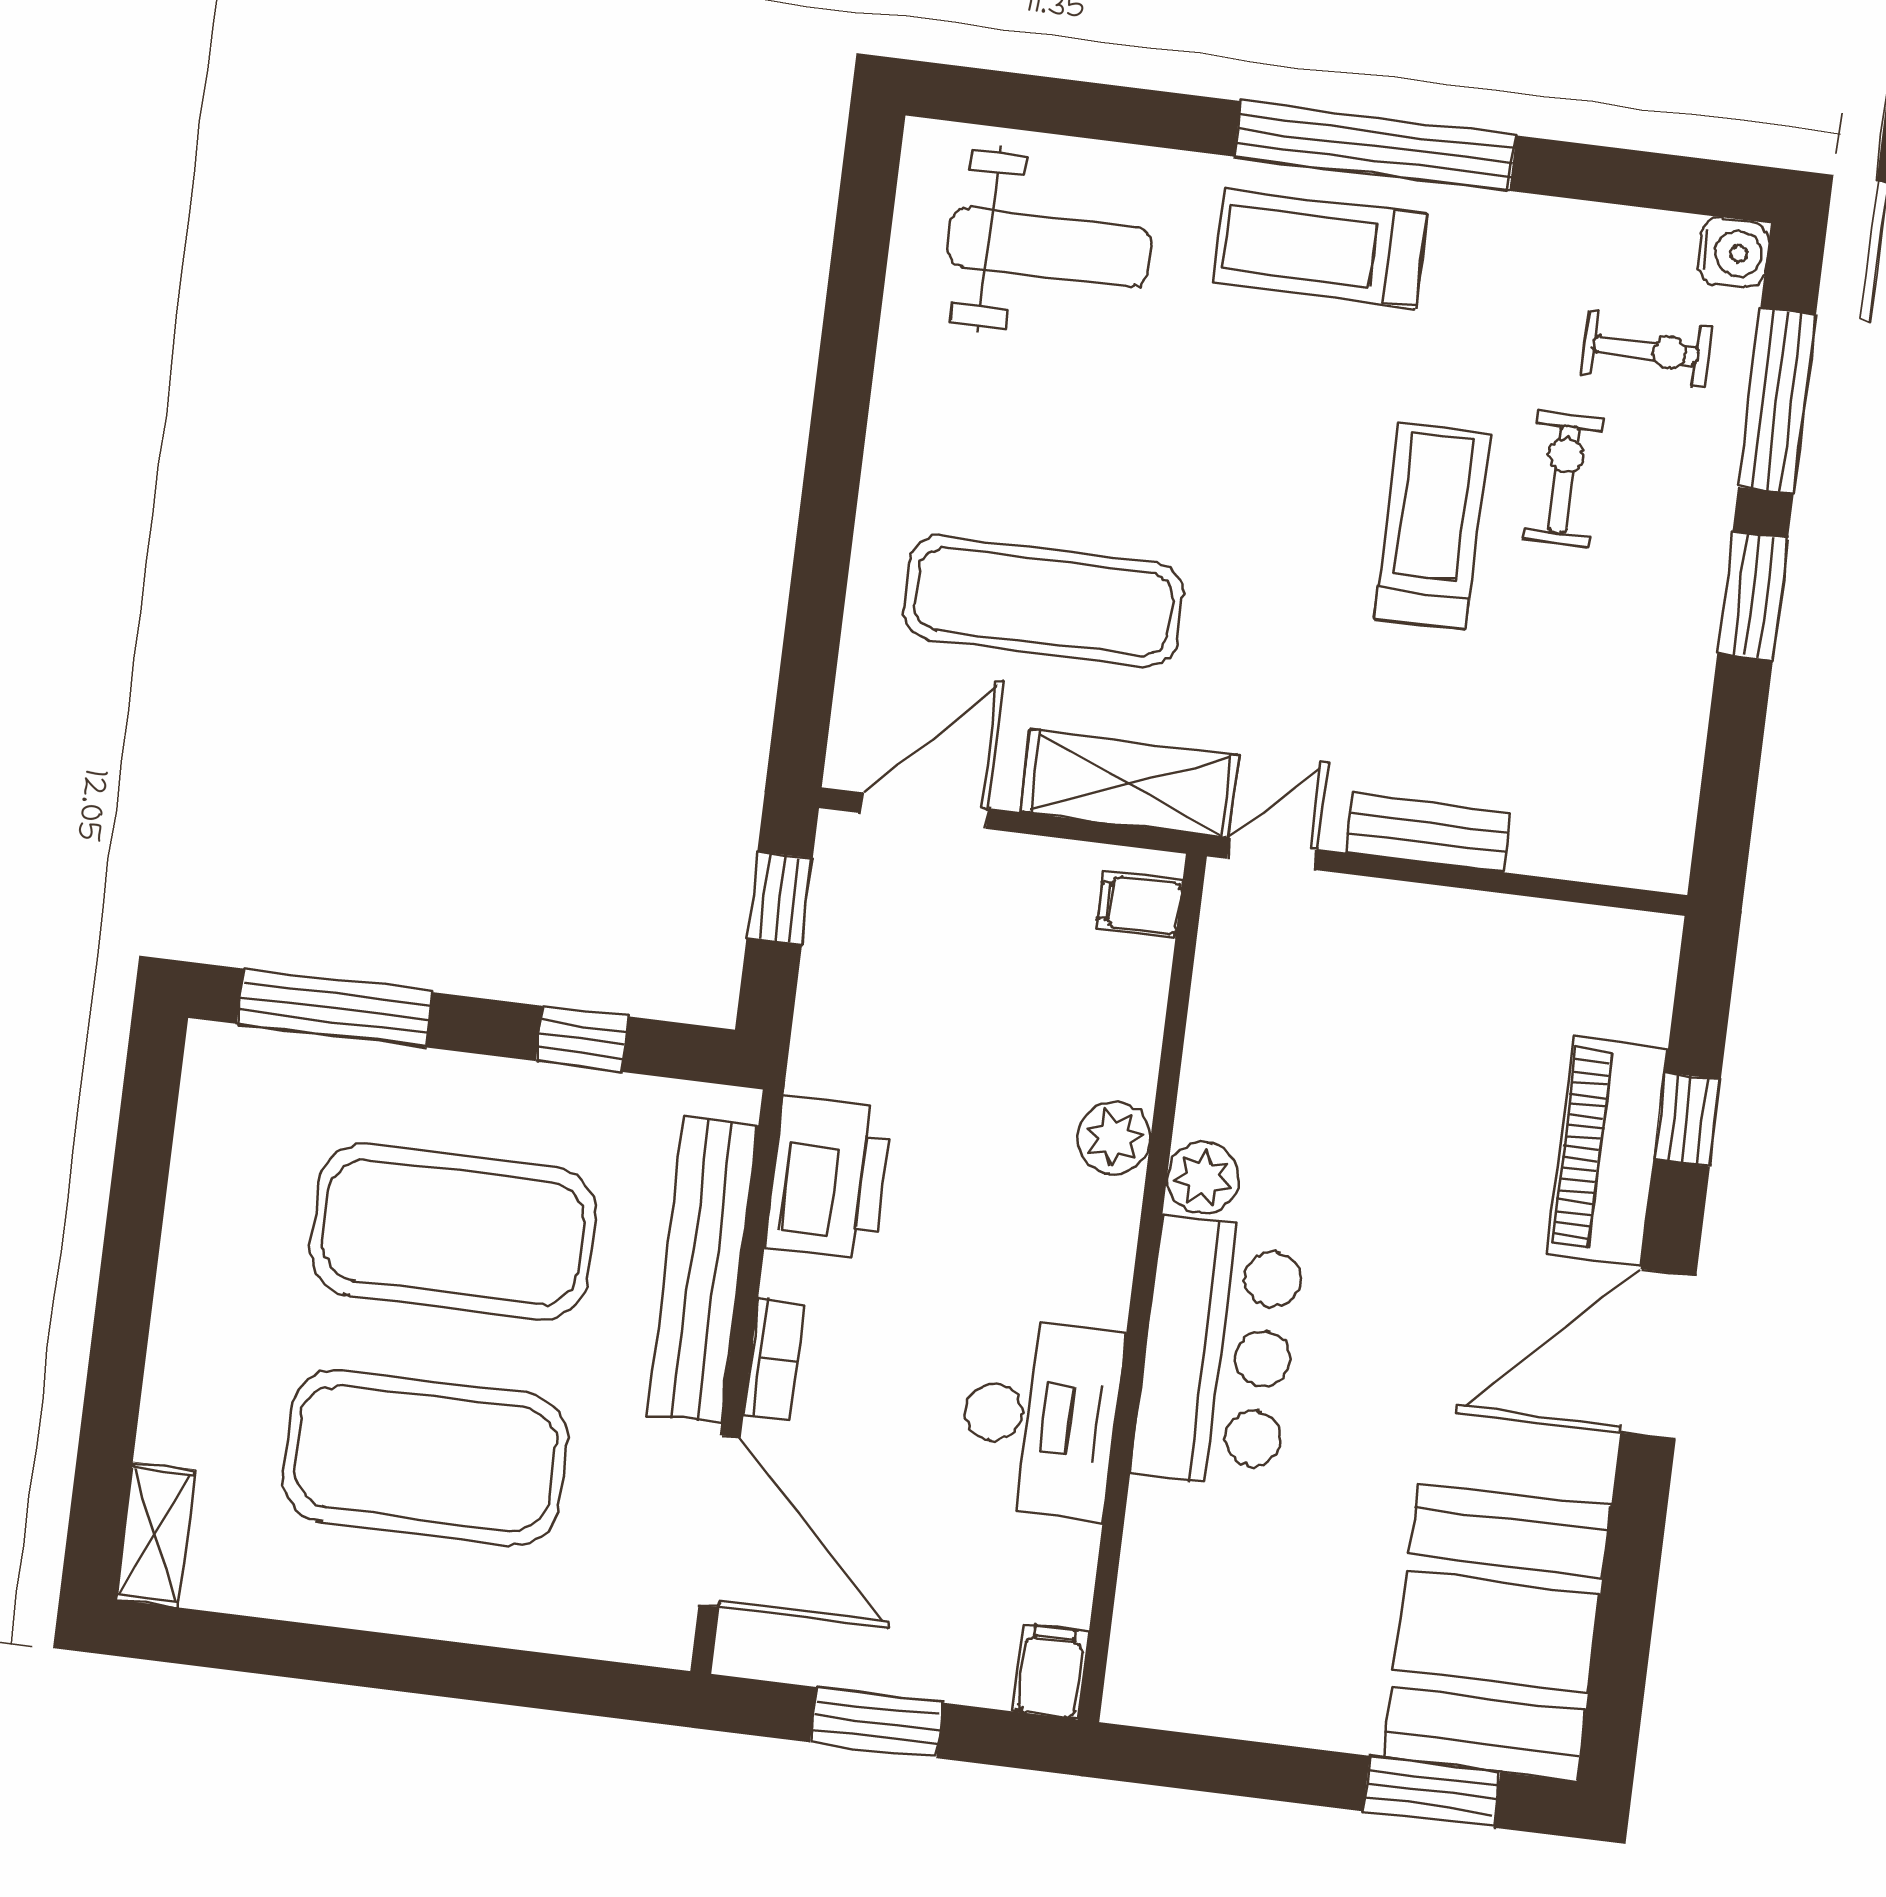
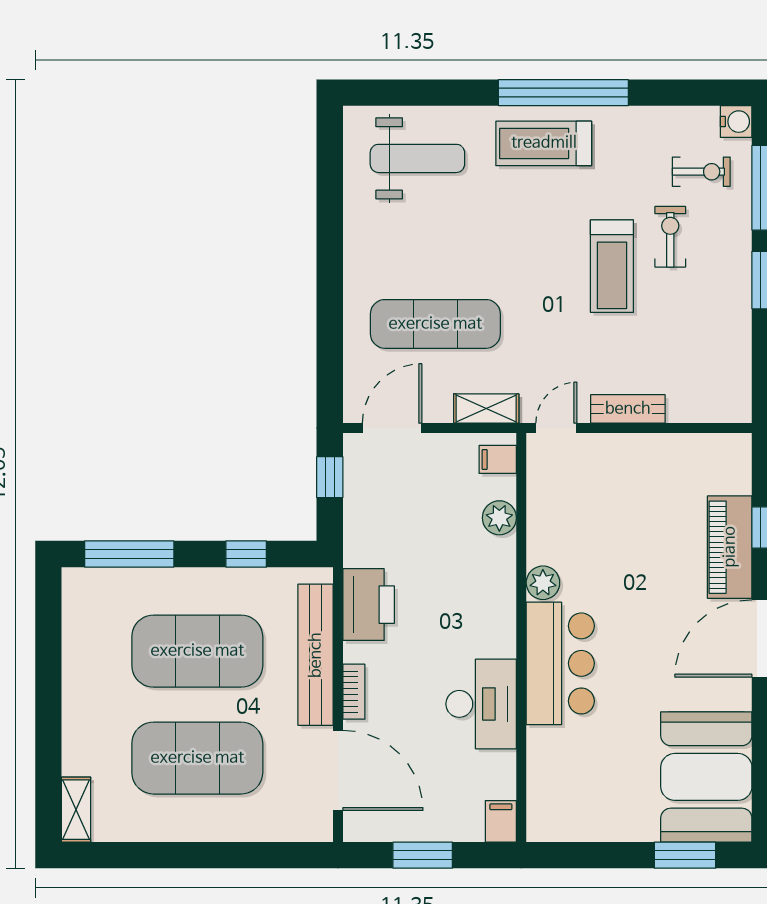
treadmill: (1432, 526) -> (612, 266), turned 180
shelving: (1130, 784) -> (486, 408), width x0.67, depth x0.75
plant: (1114, 1138) -> (499, 518), moved

